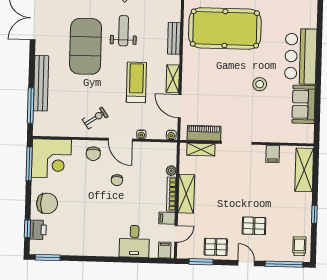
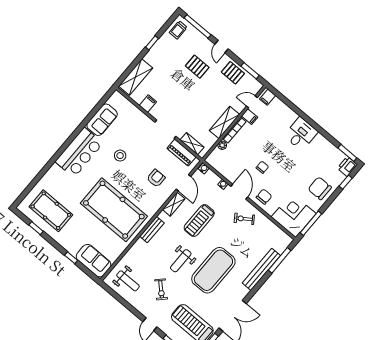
armchair: (209, 90) -> (156, 178), added
printer: (38, 230) -> (347, 166), moved
desk: (134, 241) -> (301, 134), moved

